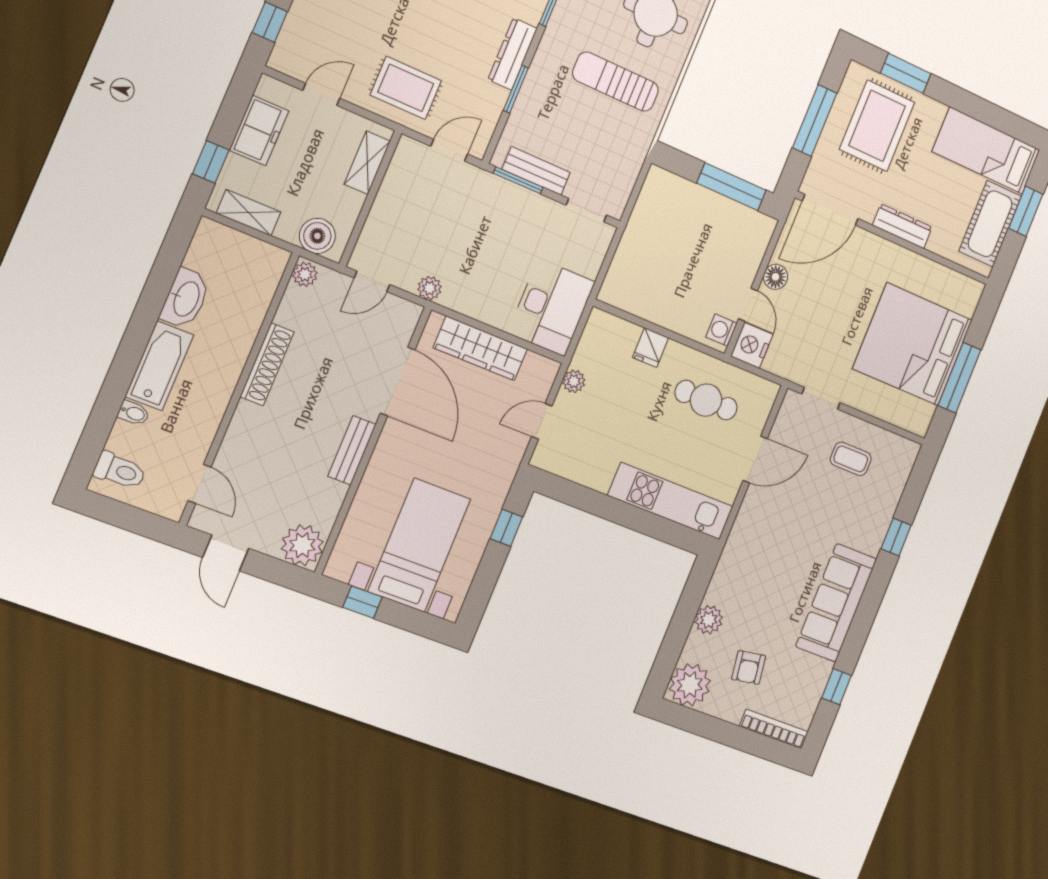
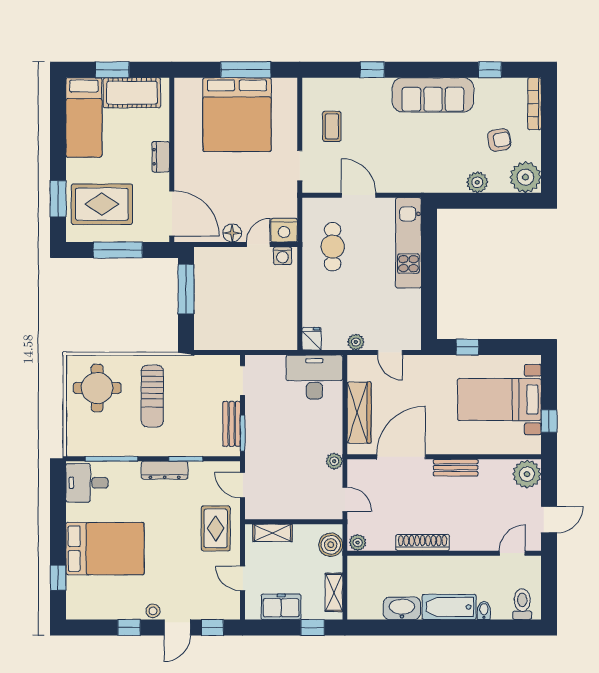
dresser: (902, 226) -> (161, 157), width x0.70
fridge: (651, 348) -> (312, 339), moved, turned -90

